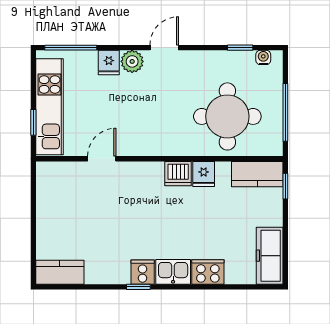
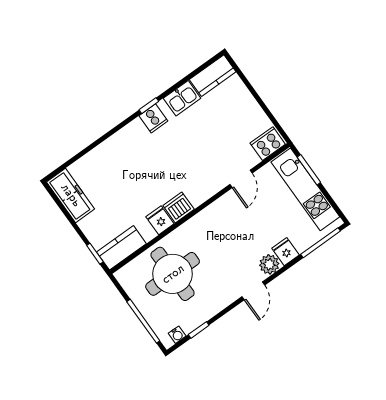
window: (285, 112) -> (143, 321), moved
window: (33, 122) -> (309, 170), width x1.50
kitchen sink: (173, 272) -> (182, 98), moved
cooker: (208, 272) -> (268, 144), moved, turned 180

